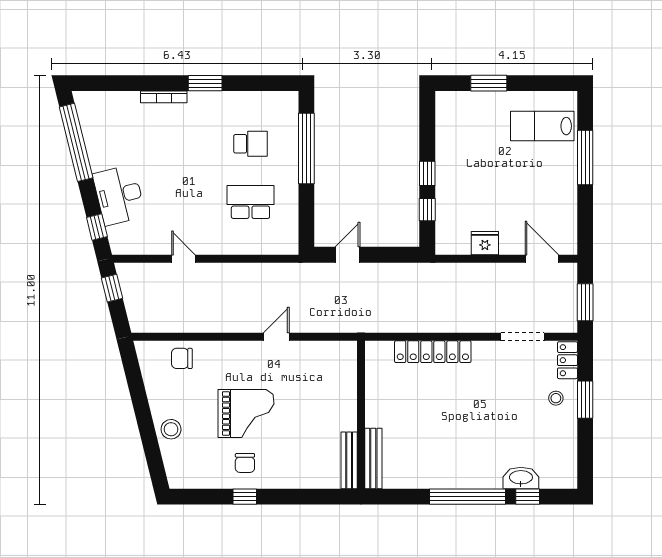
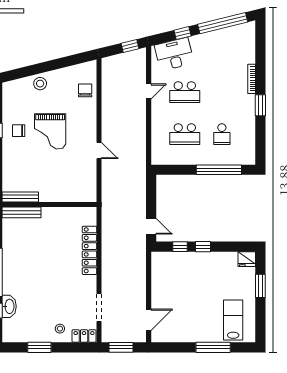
desk: (119, 195) -> (174, 54), moved
school desk: (184, 202) -> (185, 92), added
school desk: (250, 202) -> (185, 134), turned 90
window: (97, 227) -> (182, 33), moved
fridge: (485, 243) -> (247, 259), moved, turned 90
door: (347, 255) -> (151, 226), moved
window: (585, 400) -> (39, 347), moved

